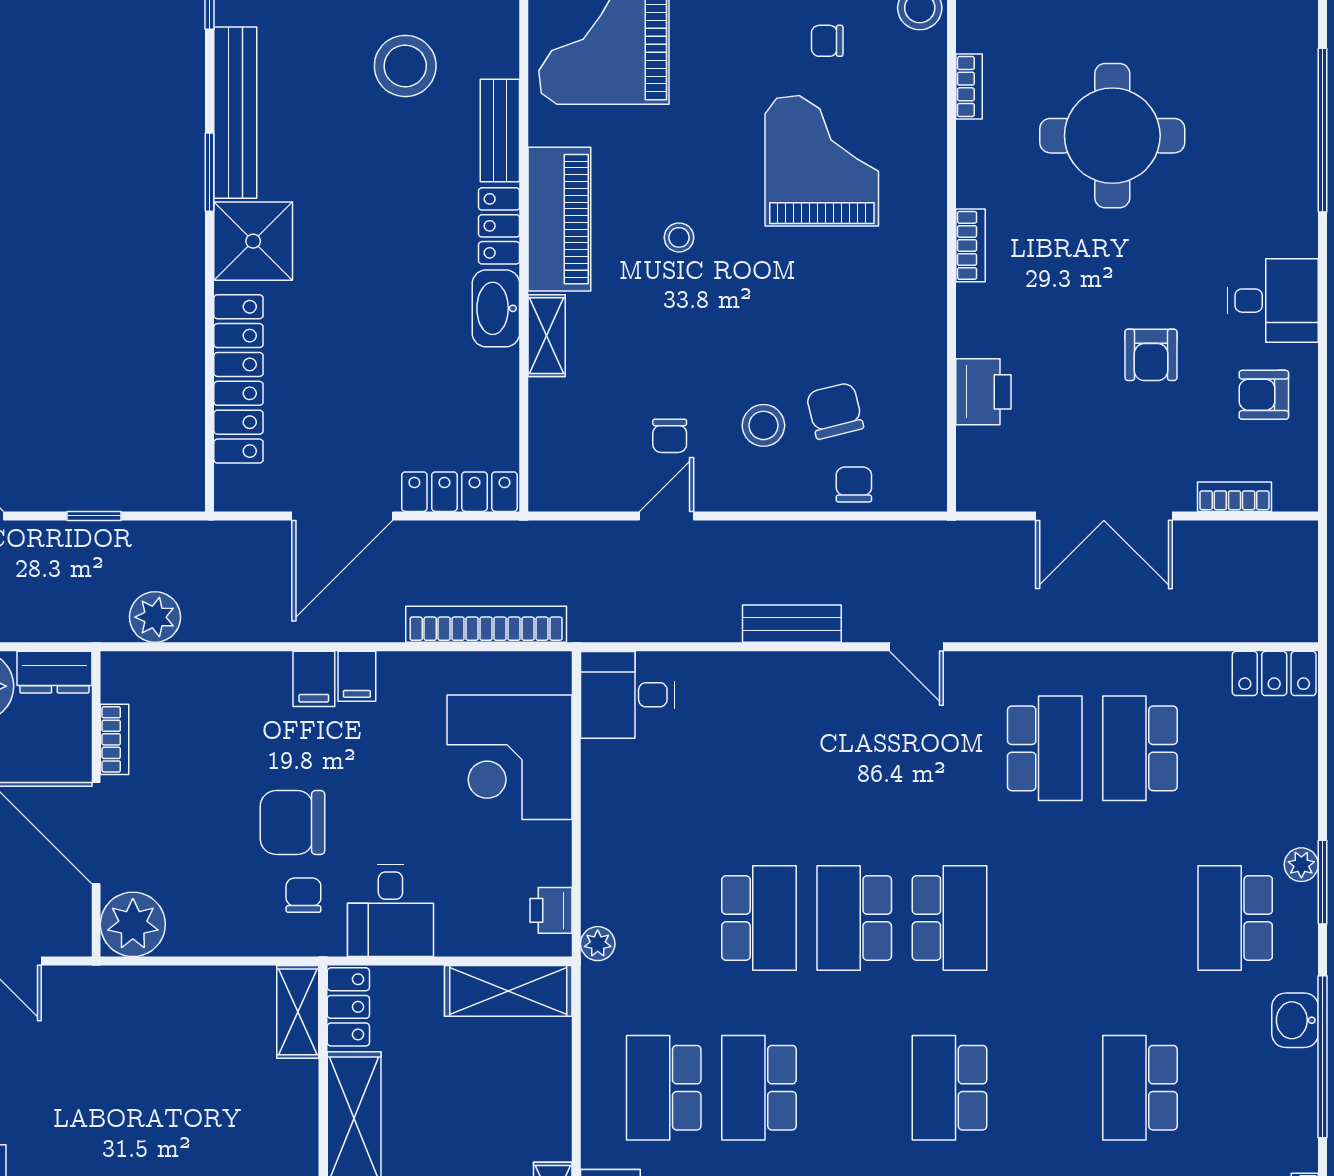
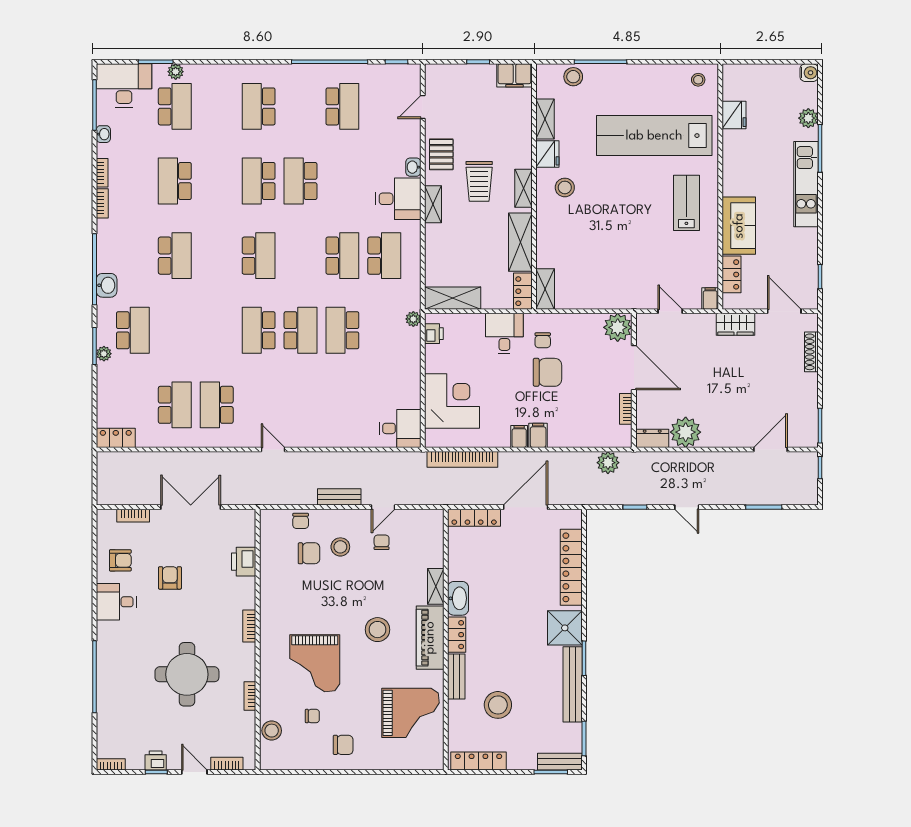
stool: (679, 237) -> (378, 630), width x1.89, depth x1.89
chair: (835, 411) -> (309, 553), turned -76
bench: (792, 624) -> (339, 497), moved

